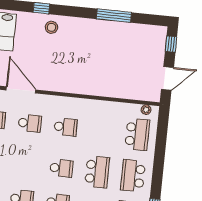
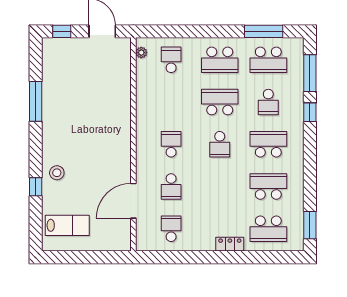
school desk: (30, 123) -> (171, 187), turned 180
school desk: (137, 134) -> (171, 60), width x0.54
school desk: (61, 168) -> (220, 144), turned 180

